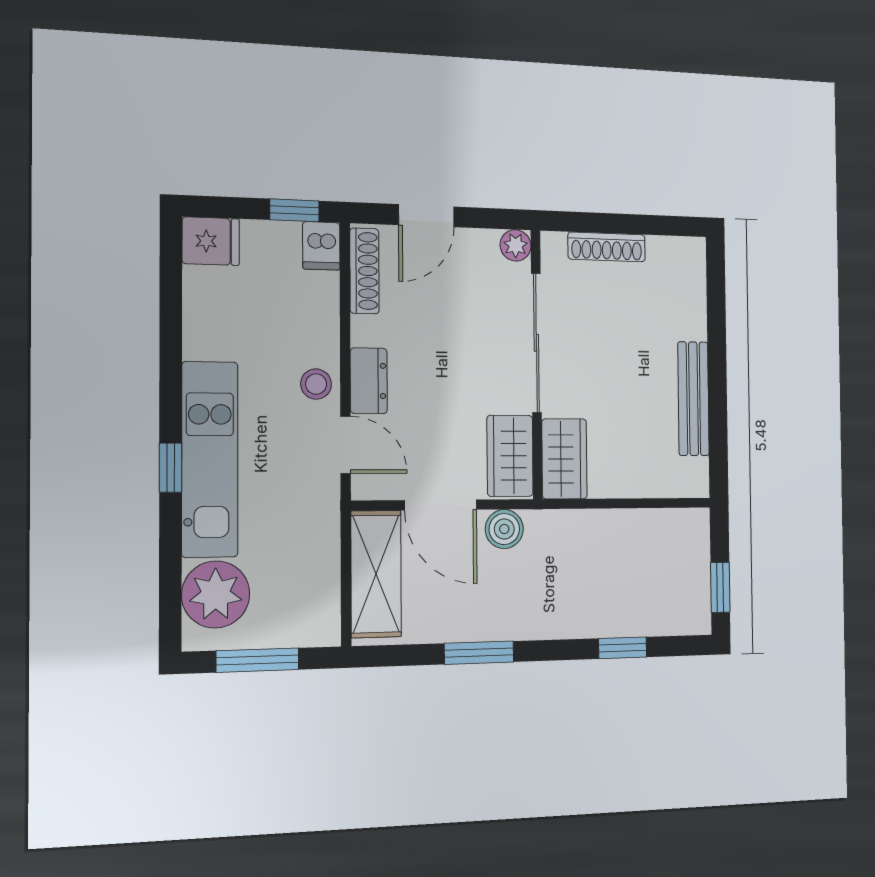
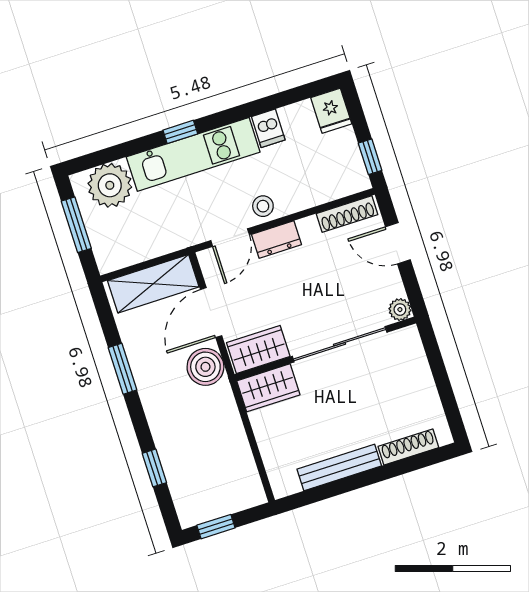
dishwasher: (321, 246) -> (268, 128), moved, turned -90
shoe rack: (607, 247) -> (408, 447), moved, turned 90
boiler: (504, 529) -> (205, 367), width x1.36, depth x1.36

